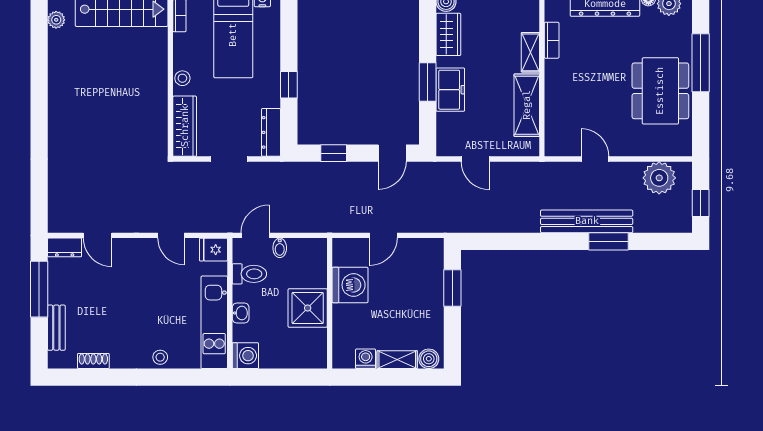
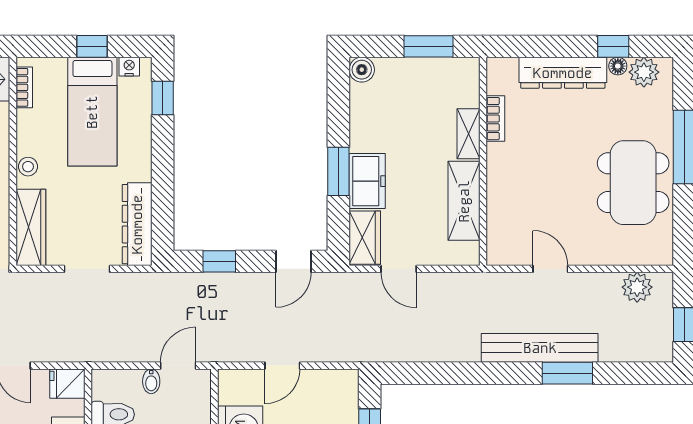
wardrobe: (448, 34) -> (365, 238), moved
window: (289, 85) -> (163, 98), moved
dresser: (271, 132) -> (137, 224), width x1.37, depth x1.24
plant: (659, 178) -> (637, 287), width x0.73, depth x0.73
door: (255, 235) -> (178, 366), moved

